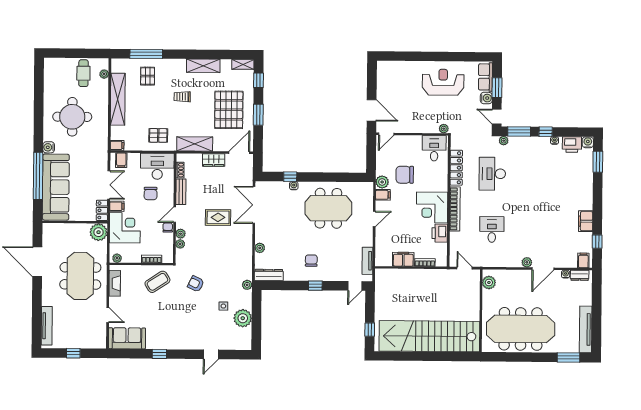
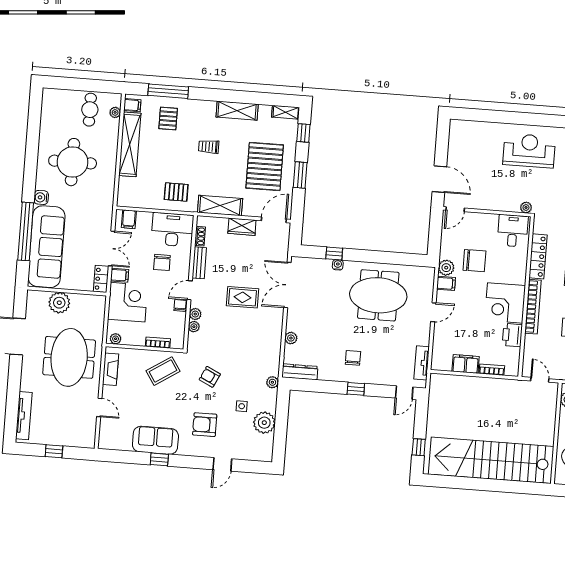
filing cabinet: (117, 145) -> (132, 105), moved
chair: (405, 175) -> (474, 261), turned 180
plant: (99, 232) -> (59, 303), moved
armchair: (194, 323) -> (205, 425), added
sofa: (127, 338) -> (155, 440), moved

